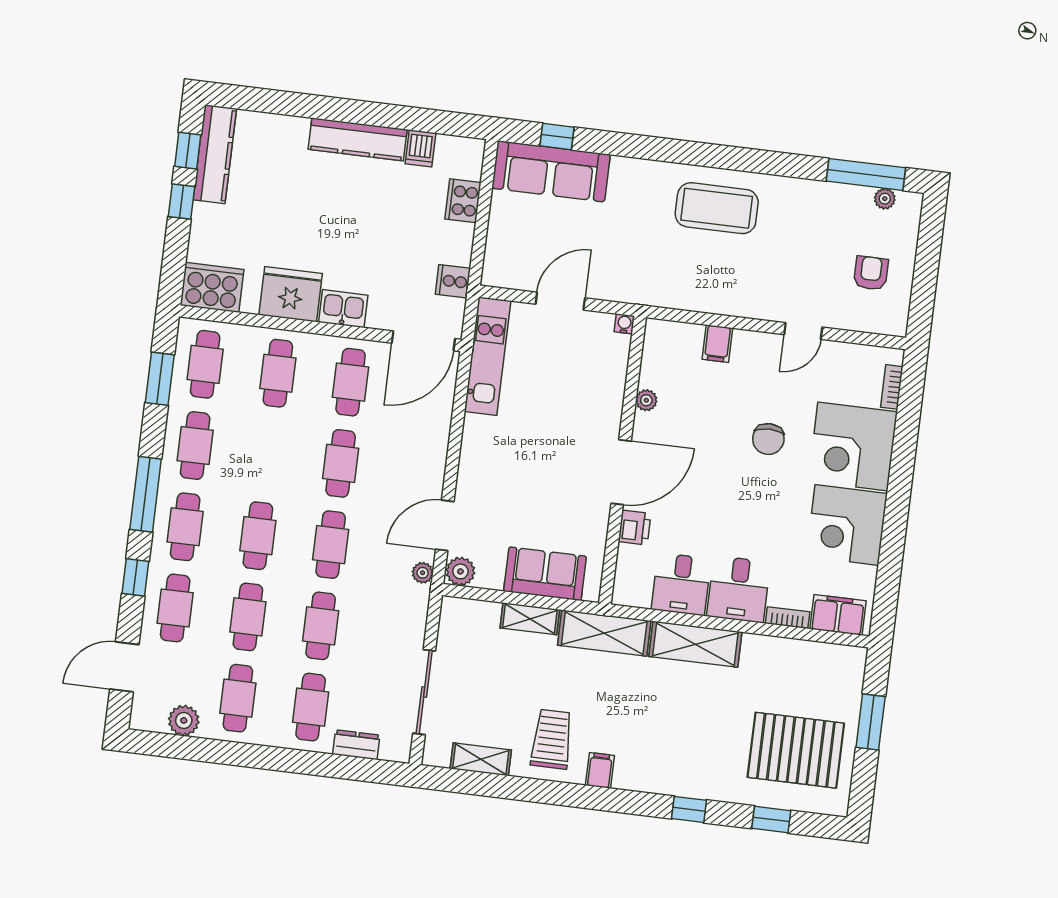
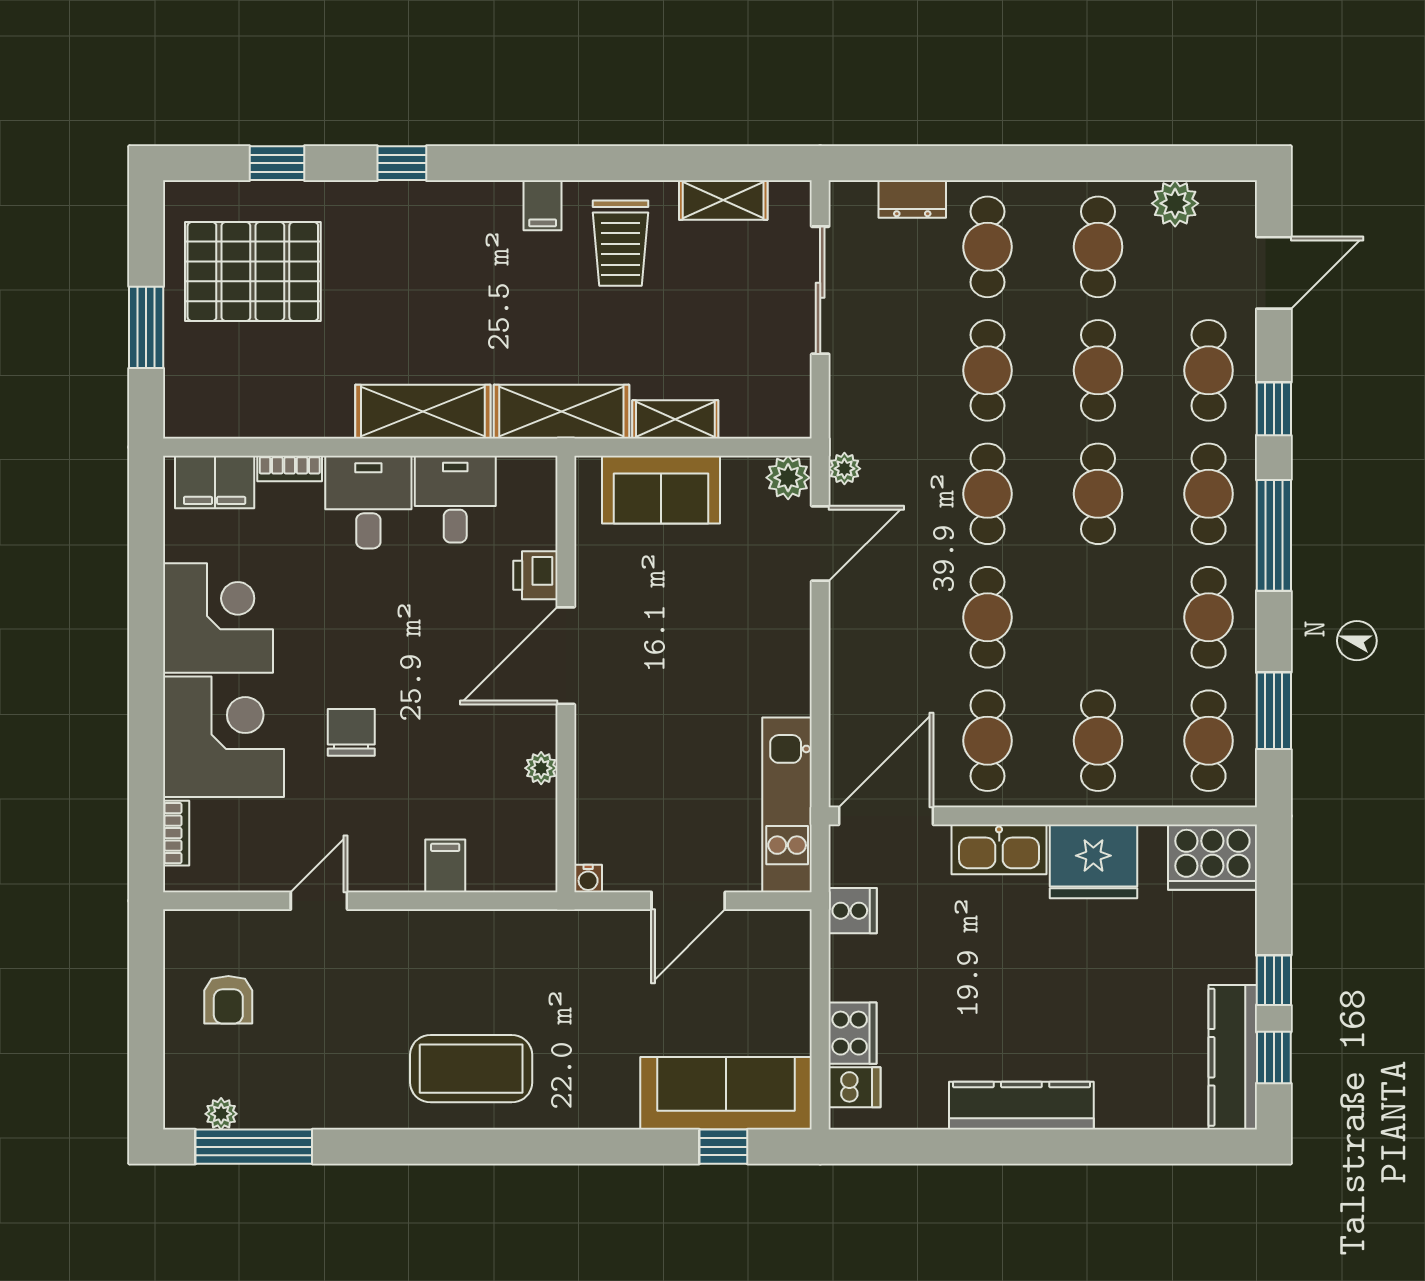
dishwasher: (420, 148) -> (855, 1087), moved, turned 90
kitchen sink: (343, 309) -> (999, 849), width x1.38

